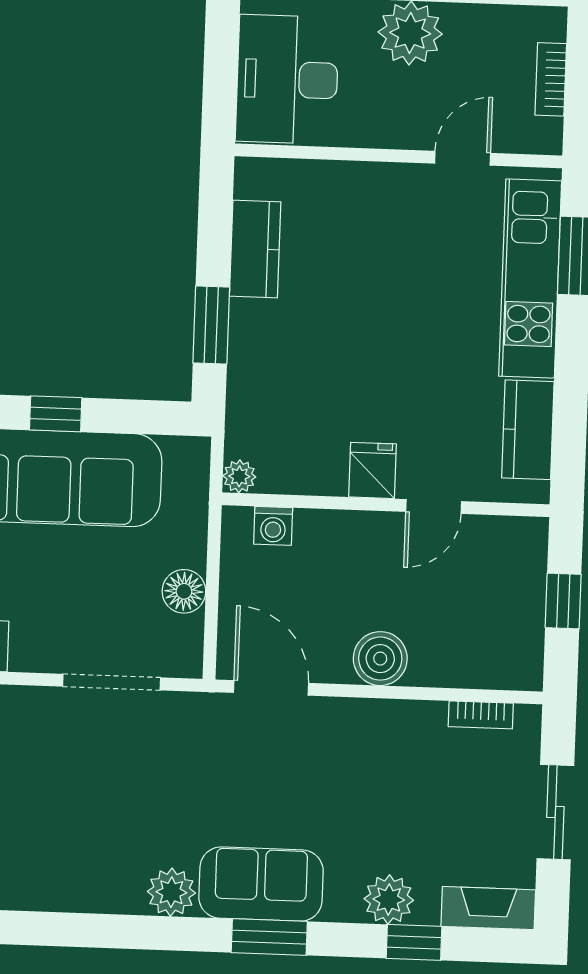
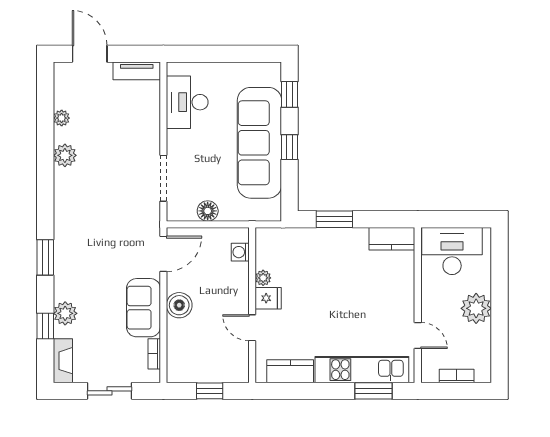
kitchen counter: (255, 249) -> (392, 239), moved
plant: (239, 476) -> (263, 278), moved
sofa: (261, 884) -> (143, 308), moved, turned 180
plant: (171, 892) -> (65, 155), moved

